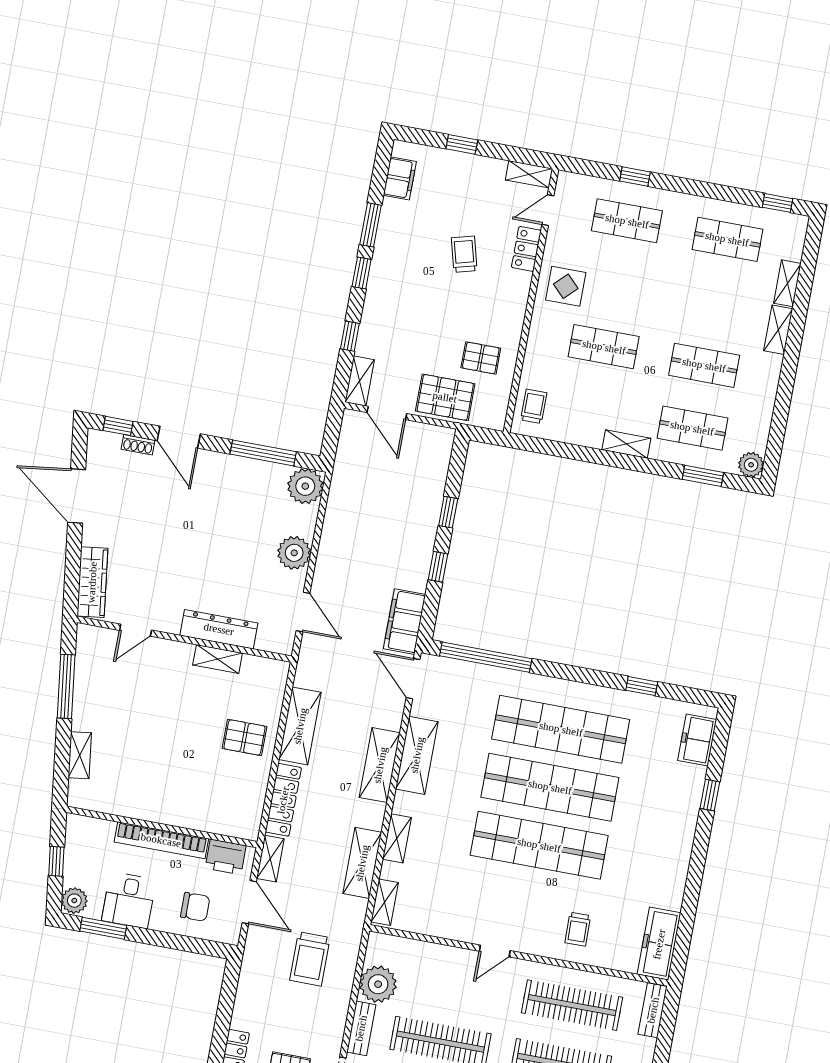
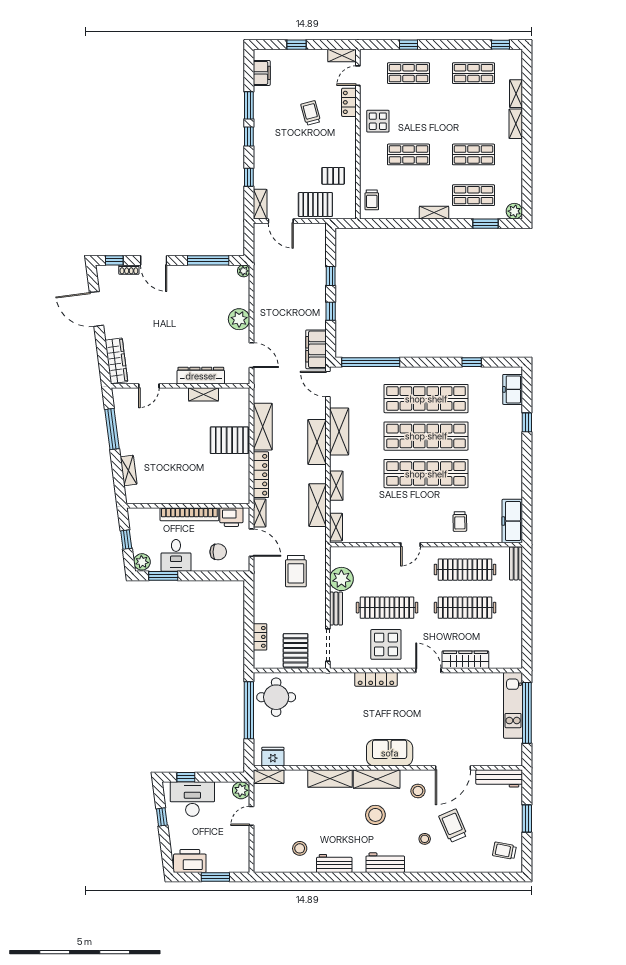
trolley: (534, 406) -> (372, 200), turned 180
plant: (305, 486) -> (244, 271), width x0.53, depth x0.53
pallet: (244, 737) -> (229, 440), width x1.50, depth x1.42

